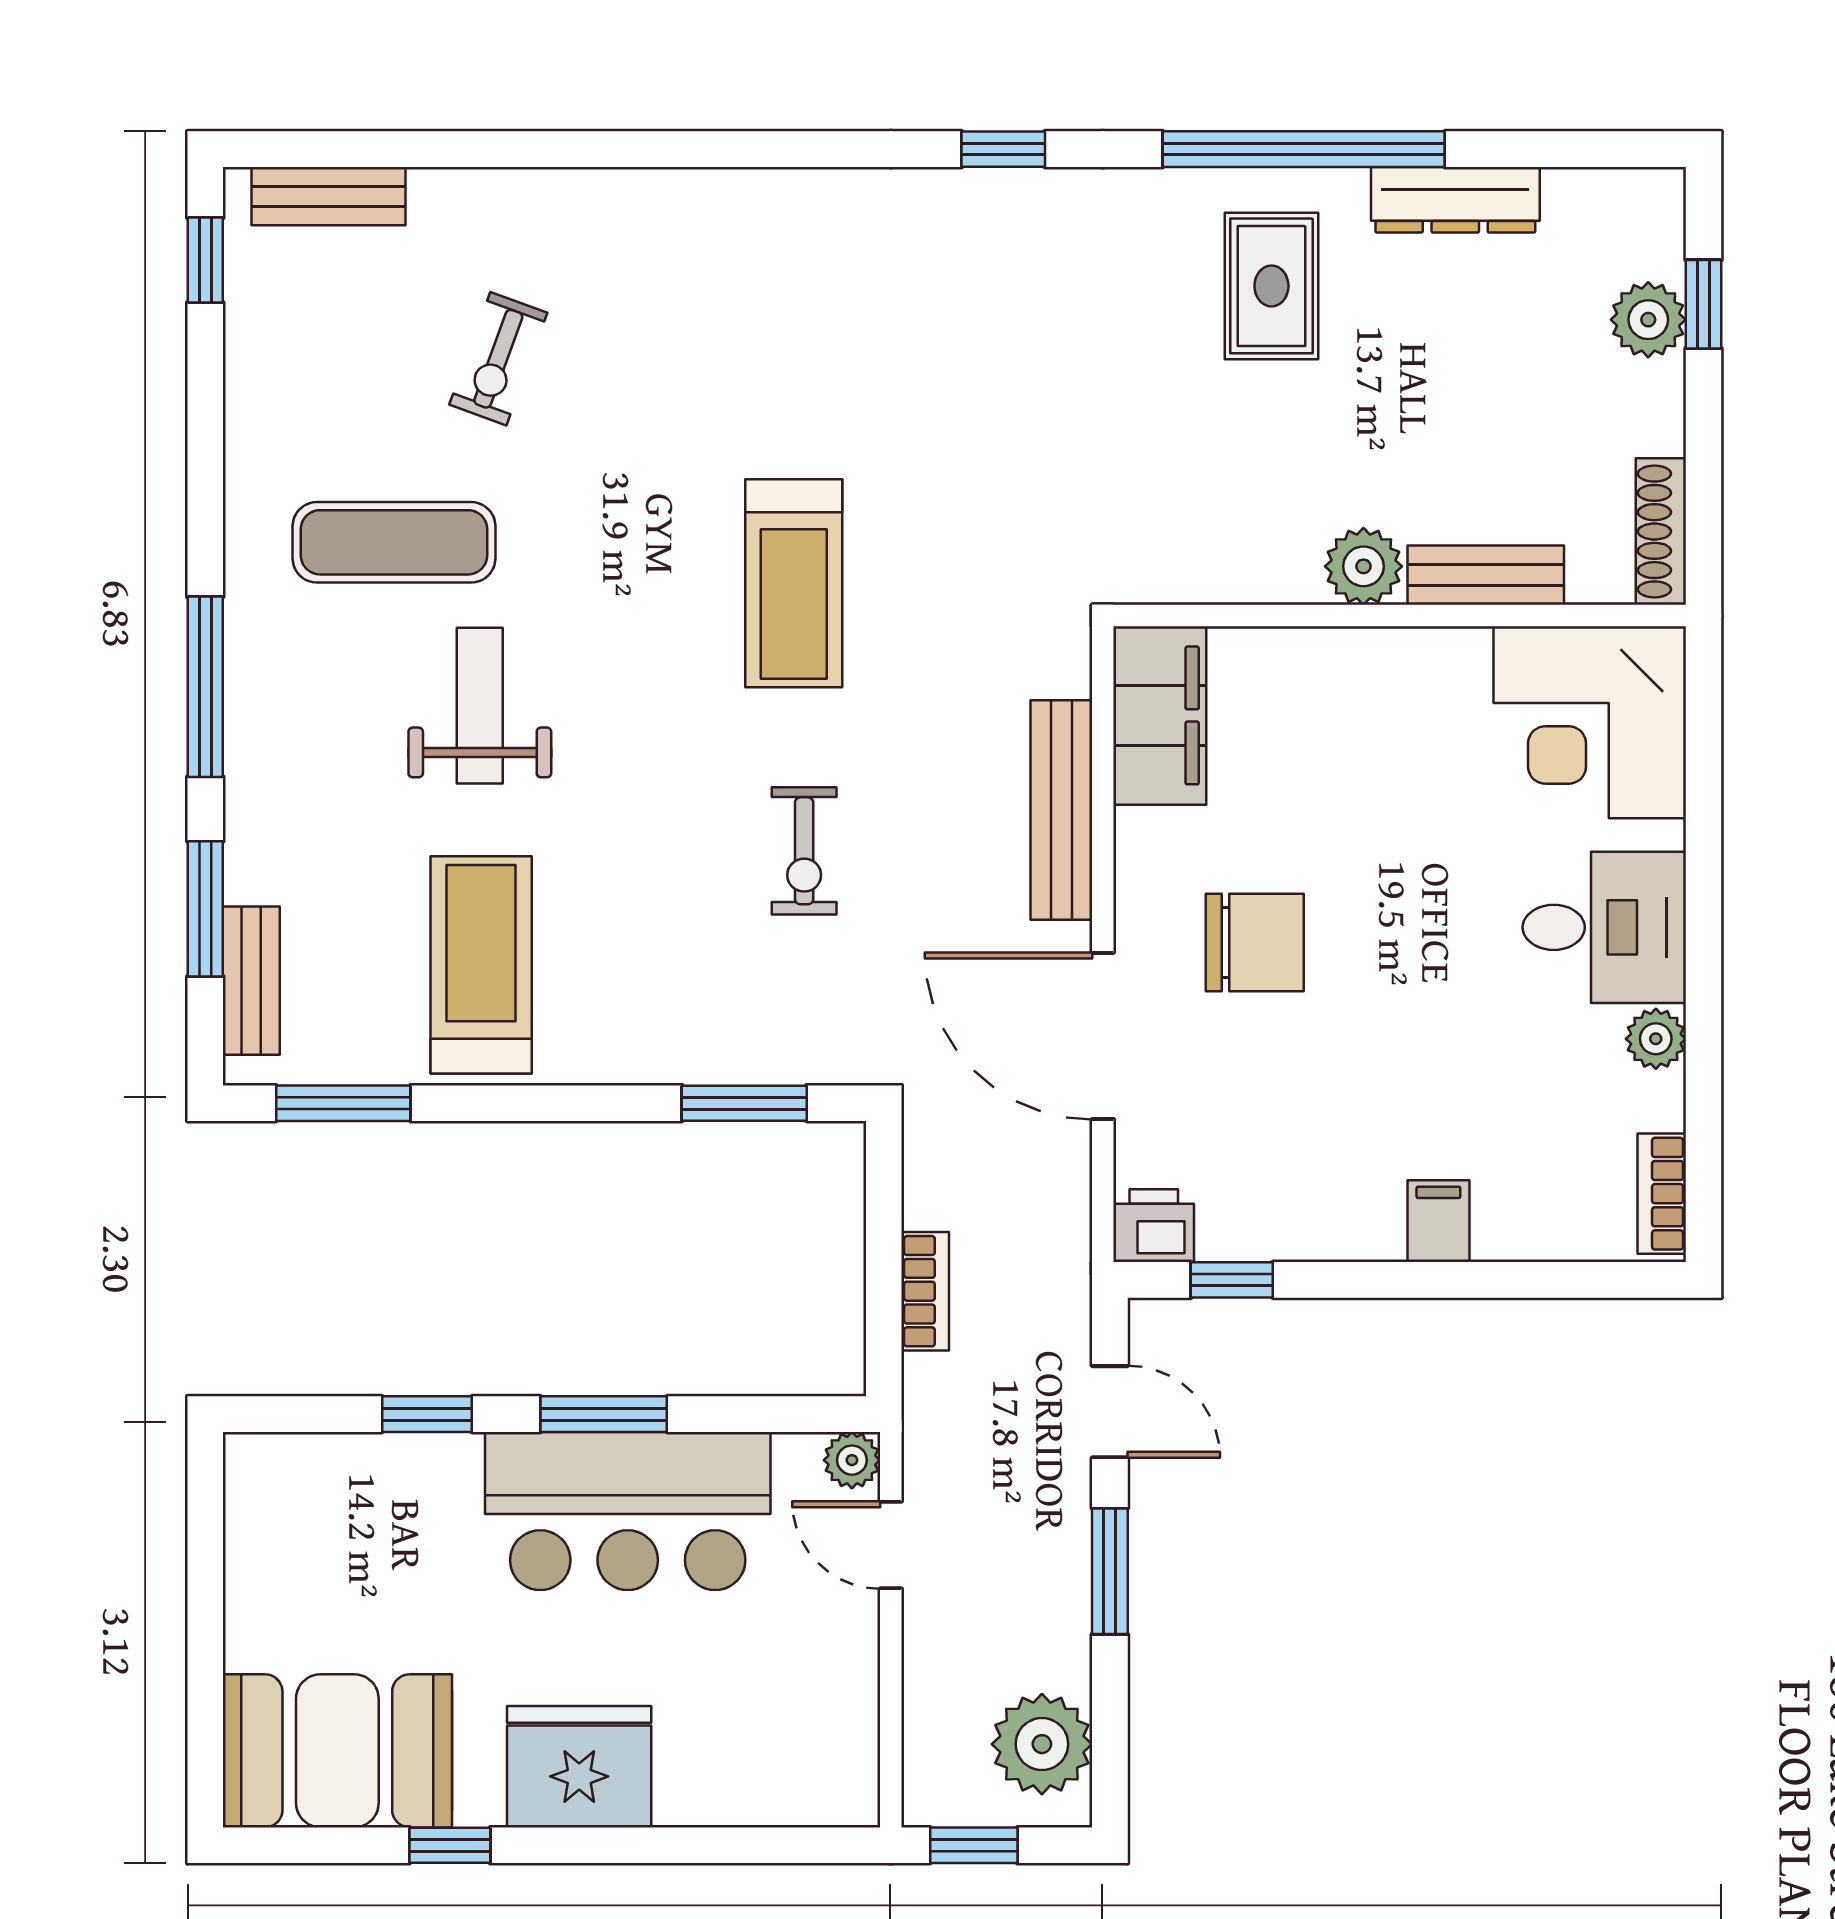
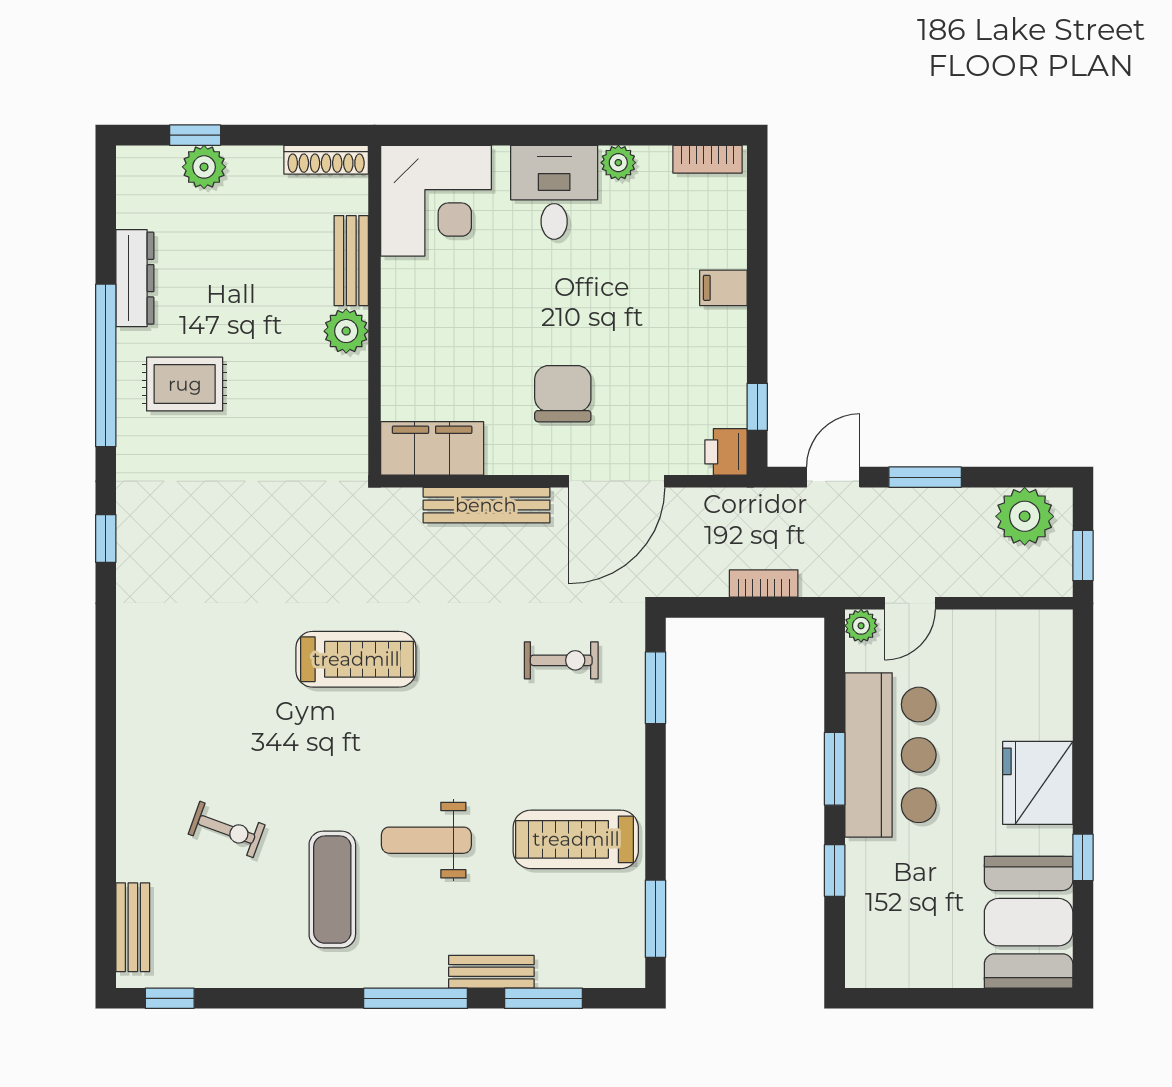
exercise bike: (804, 851) -> (561, 660), moved
bench: (251, 981) -> (491, 972), moved

